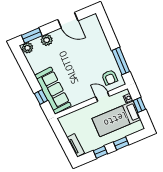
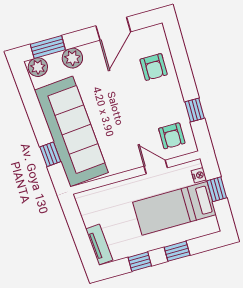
door: (68, 20) -> (113, 29), hinge flipped
armchair: (94, 39) -> (154, 67), added
window: (121, 61) -> (195, 110), width x0.46
sofa: (53, 90) -> (71, 131), width x1.36, depth x1.27

